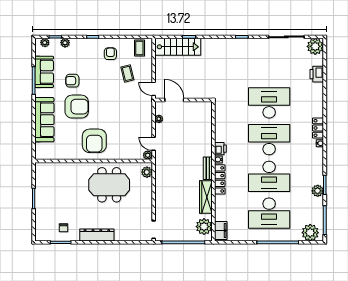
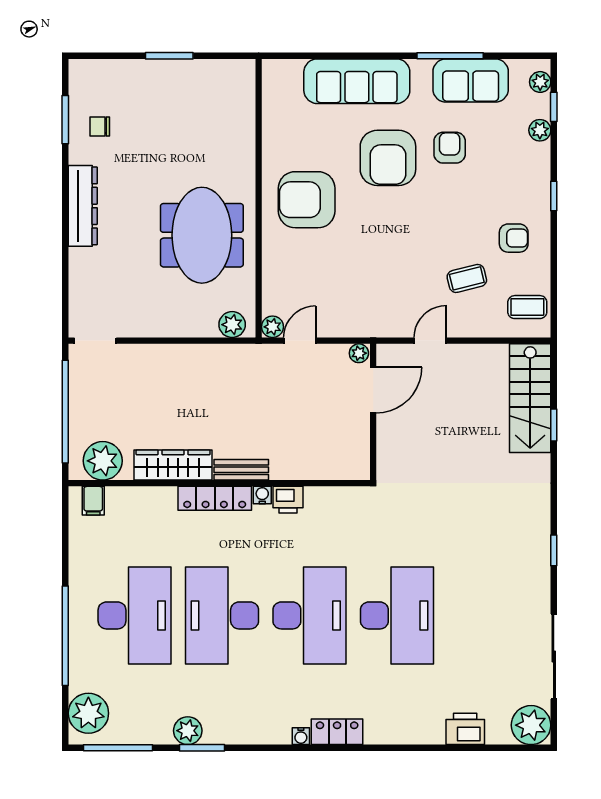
door: (174, 100) -> (373, 390), moved
wall: (184, 100) -> (373, 412), moved
desk: (269, 213) -> (135, 615), turned 180
filing cabinet: (221, 231) -> (93, 501), width x0.50

